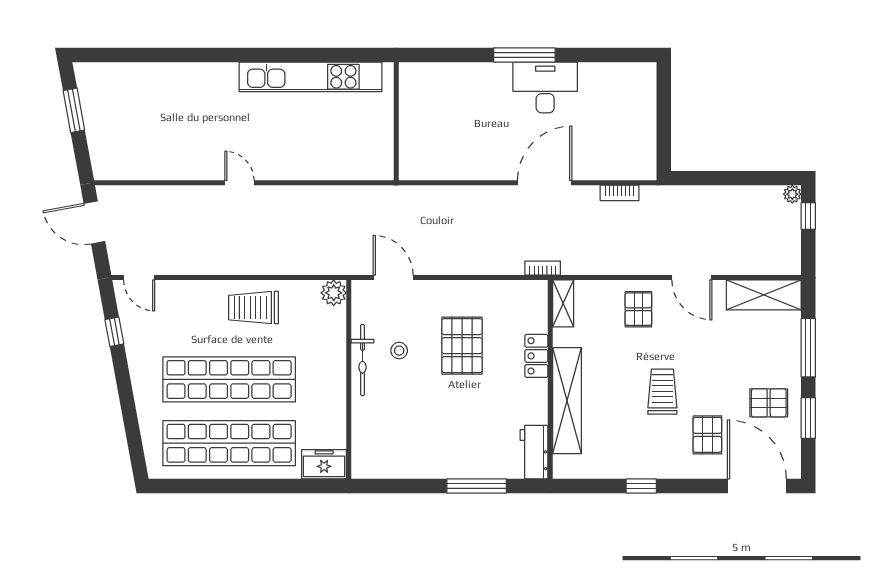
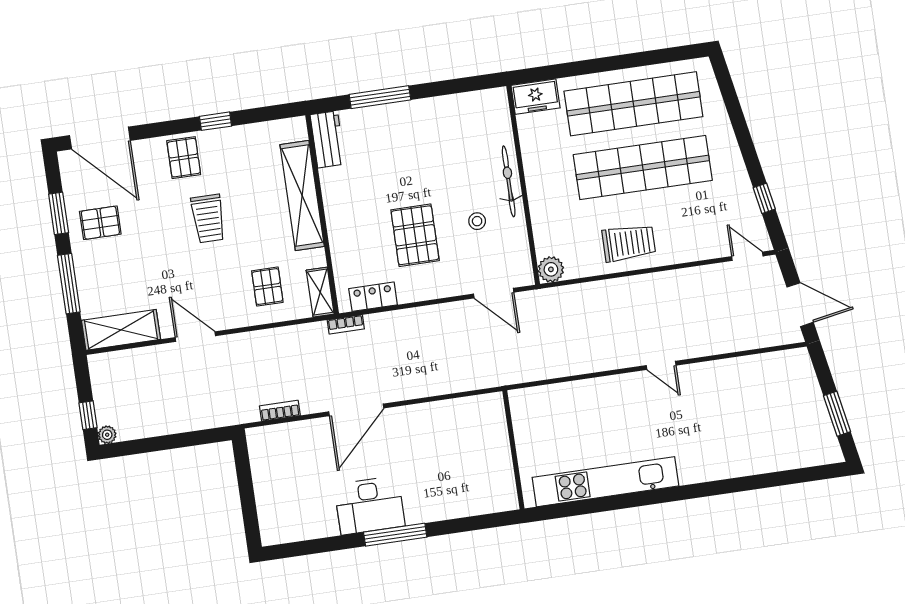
pallet: (638, 309) -> (267, 287), moved
locker: (536, 356) -> (373, 297), moved, turned -90
bicycle: (363, 360) -> (509, 181), moved
pallet: (707, 435) -> (184, 158), moved

